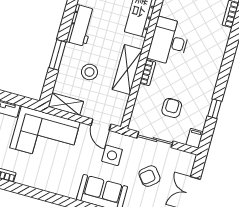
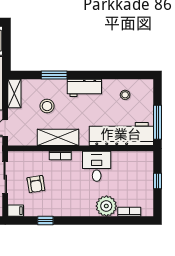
plant: (217, 37) -> (106, 206), added
desk: (169, 42) -> (97, 166), width x0.73
armchair: (172, 108) -> (36, 184), turned 81

